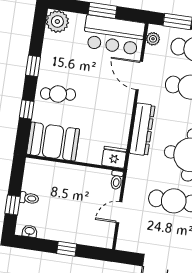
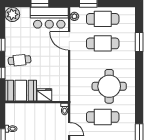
dresser: (142, 129) -> (76, 75), removed
fridge: (114, 157) -> (44, 95), moved
door: (119, 212) -> (69, 129), swing flipped

